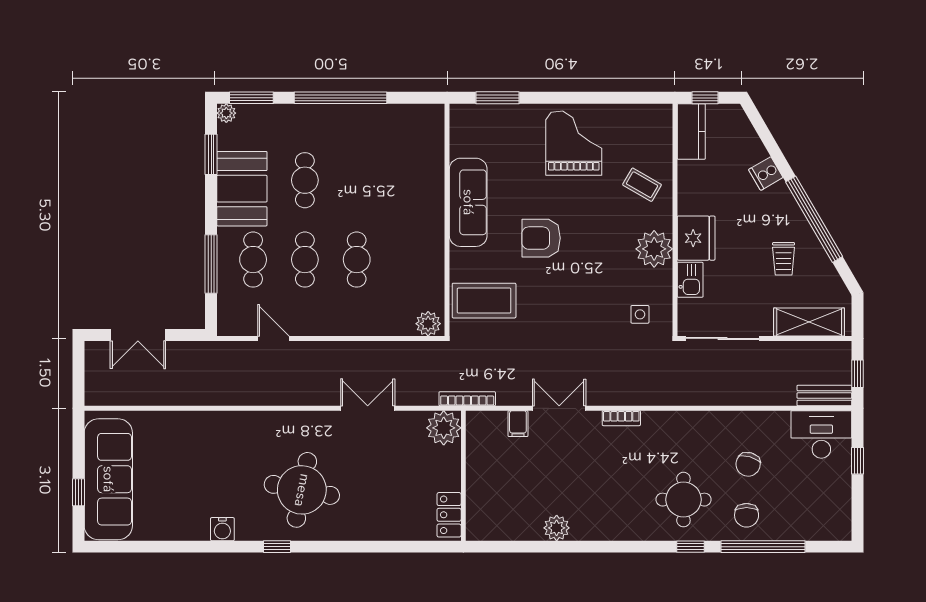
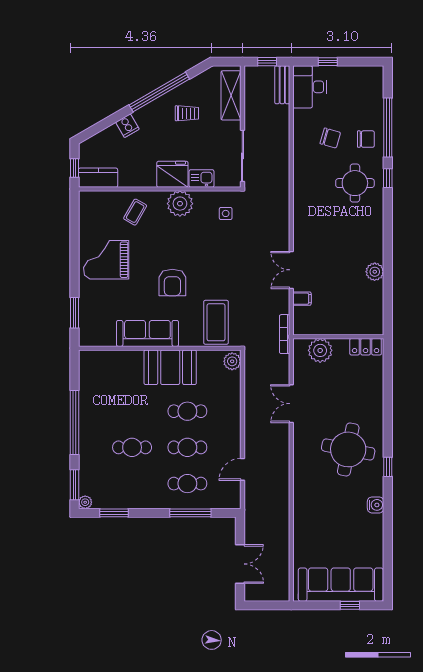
booth: (242, 189) -> (170, 367), moved
bookcase: (621, 418) -> (298, 226), removed
plant: (444, 428) -> (320, 350), moved

